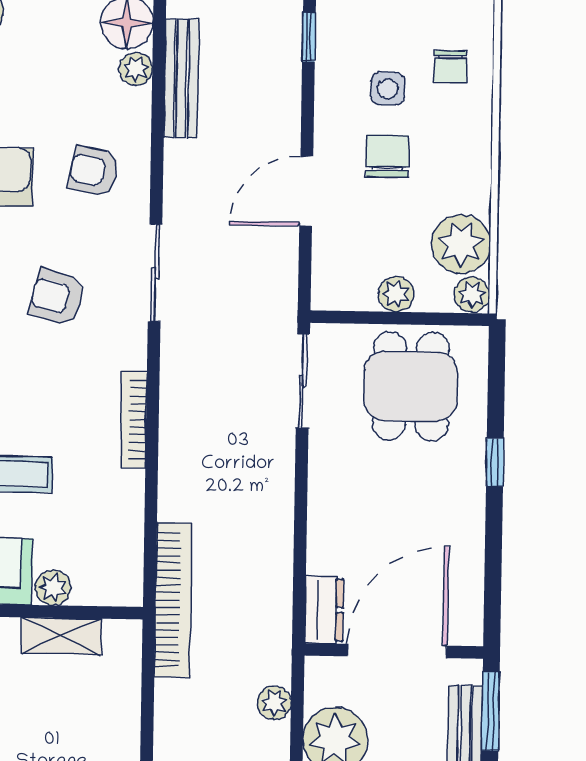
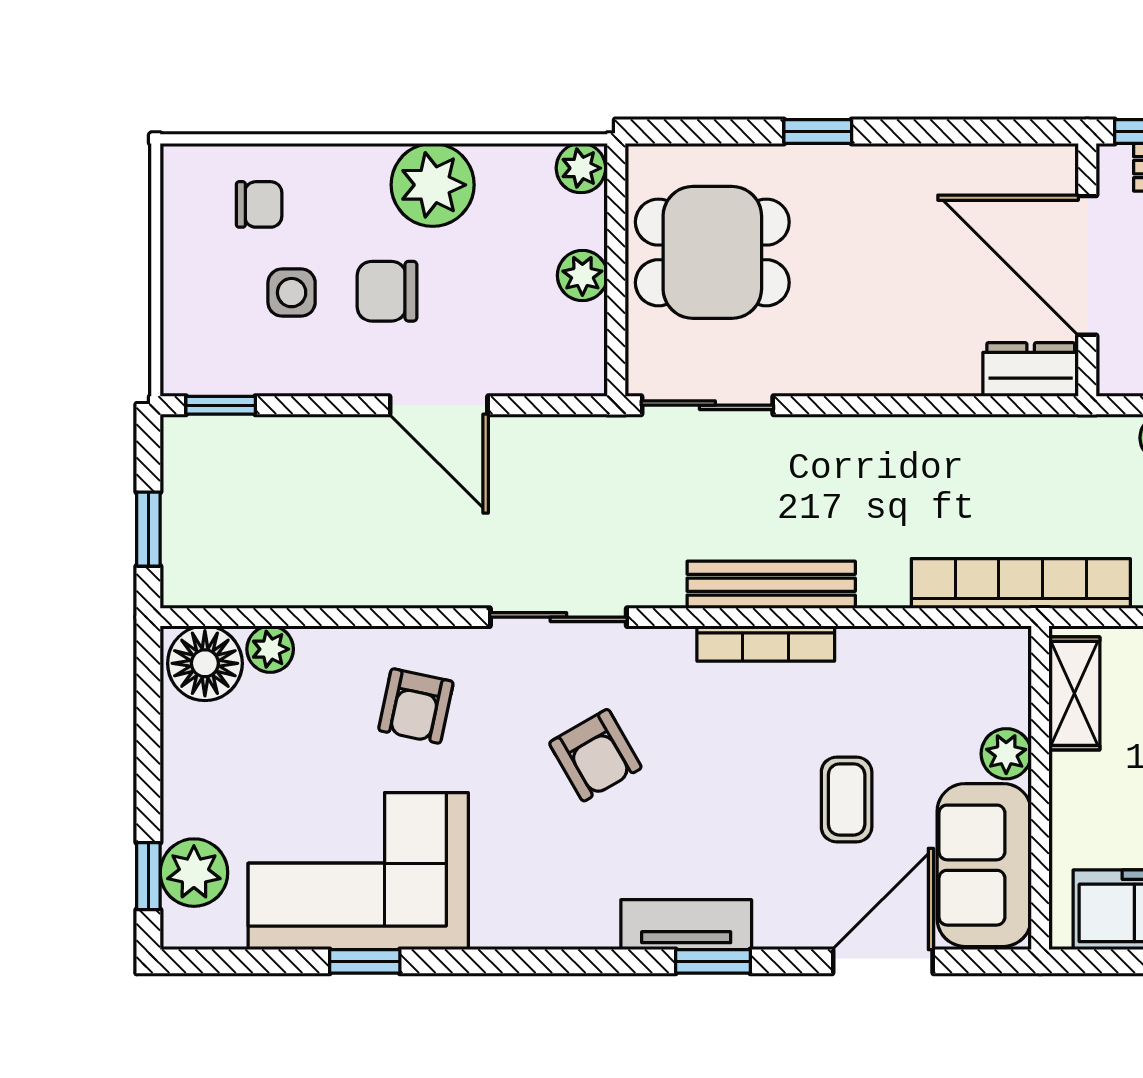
bench: (181, 78) -> (771, 585), moved
plant: (461, 244) -> (433, 185), moved
armchair: (57, 297) -> (595, 755), turned -45
shelving: (61, 636) -> (1074, 693), moved

